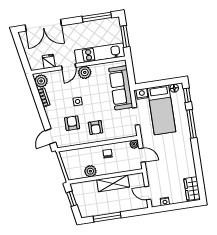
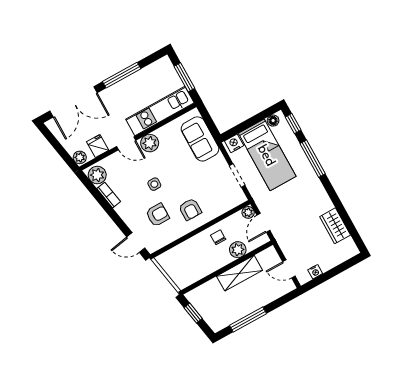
window: (97, 17) -> (122, 75), moved
plant: (34, 65) -> (80, 157), added
door: (69, 67) -> (126, 143), hinge flipped
sofa: (121, 88) -> (200, 139), width x0.73
armchair: (72, 123) -> (158, 215), turned 90
door: (50, 136) -> (136, 243), hinge flipped
door: (142, 155) -> (263, 223), swing flipped
plant: (90, 171) -> (238, 250), moved
wardrobe: (192, 189) -> (335, 226), moved

